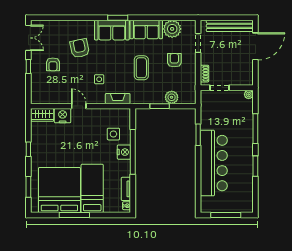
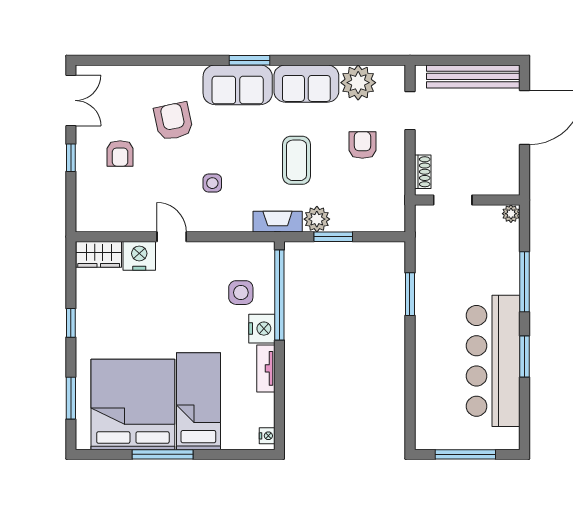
plant: (172, 97) -> (317, 219), moved
fireplace: (118, 99) -> (278, 222), moved
window: (133, 152) -> (279, 295), moved
bar counter: (214, 163) -> (493, 361), moved, turned 180
tv unit: (126, 189) -> (266, 368), moved

